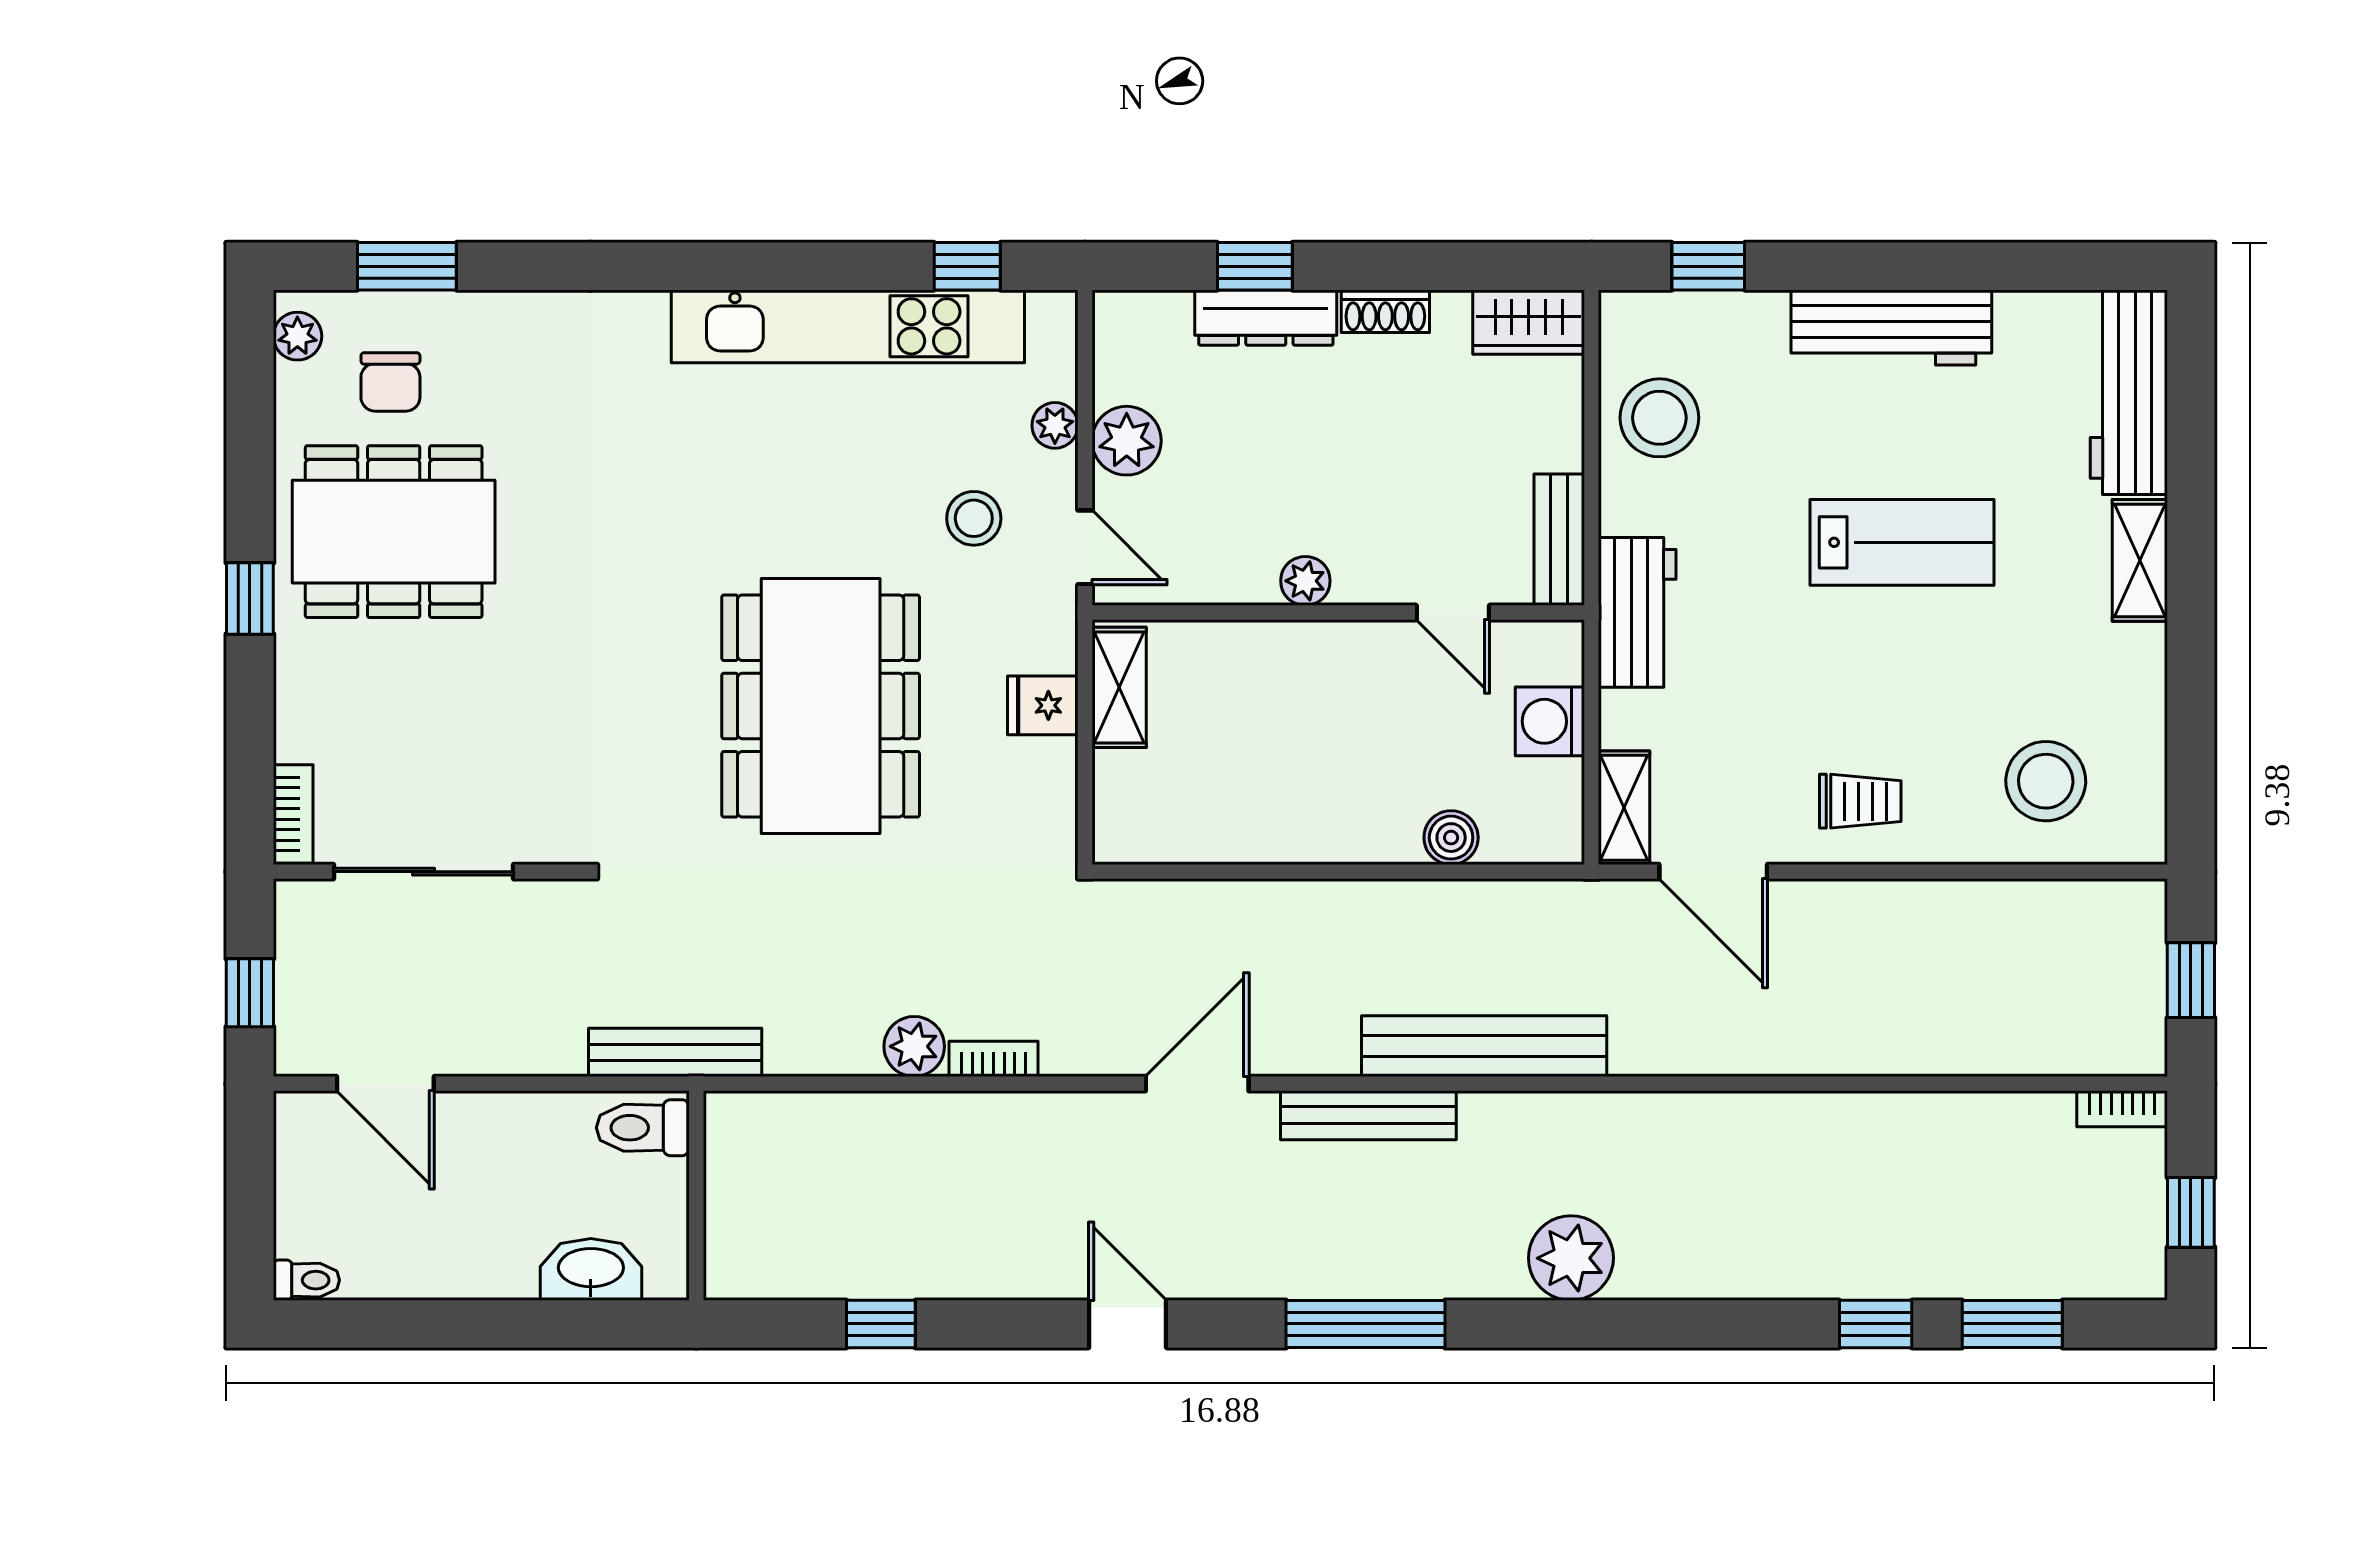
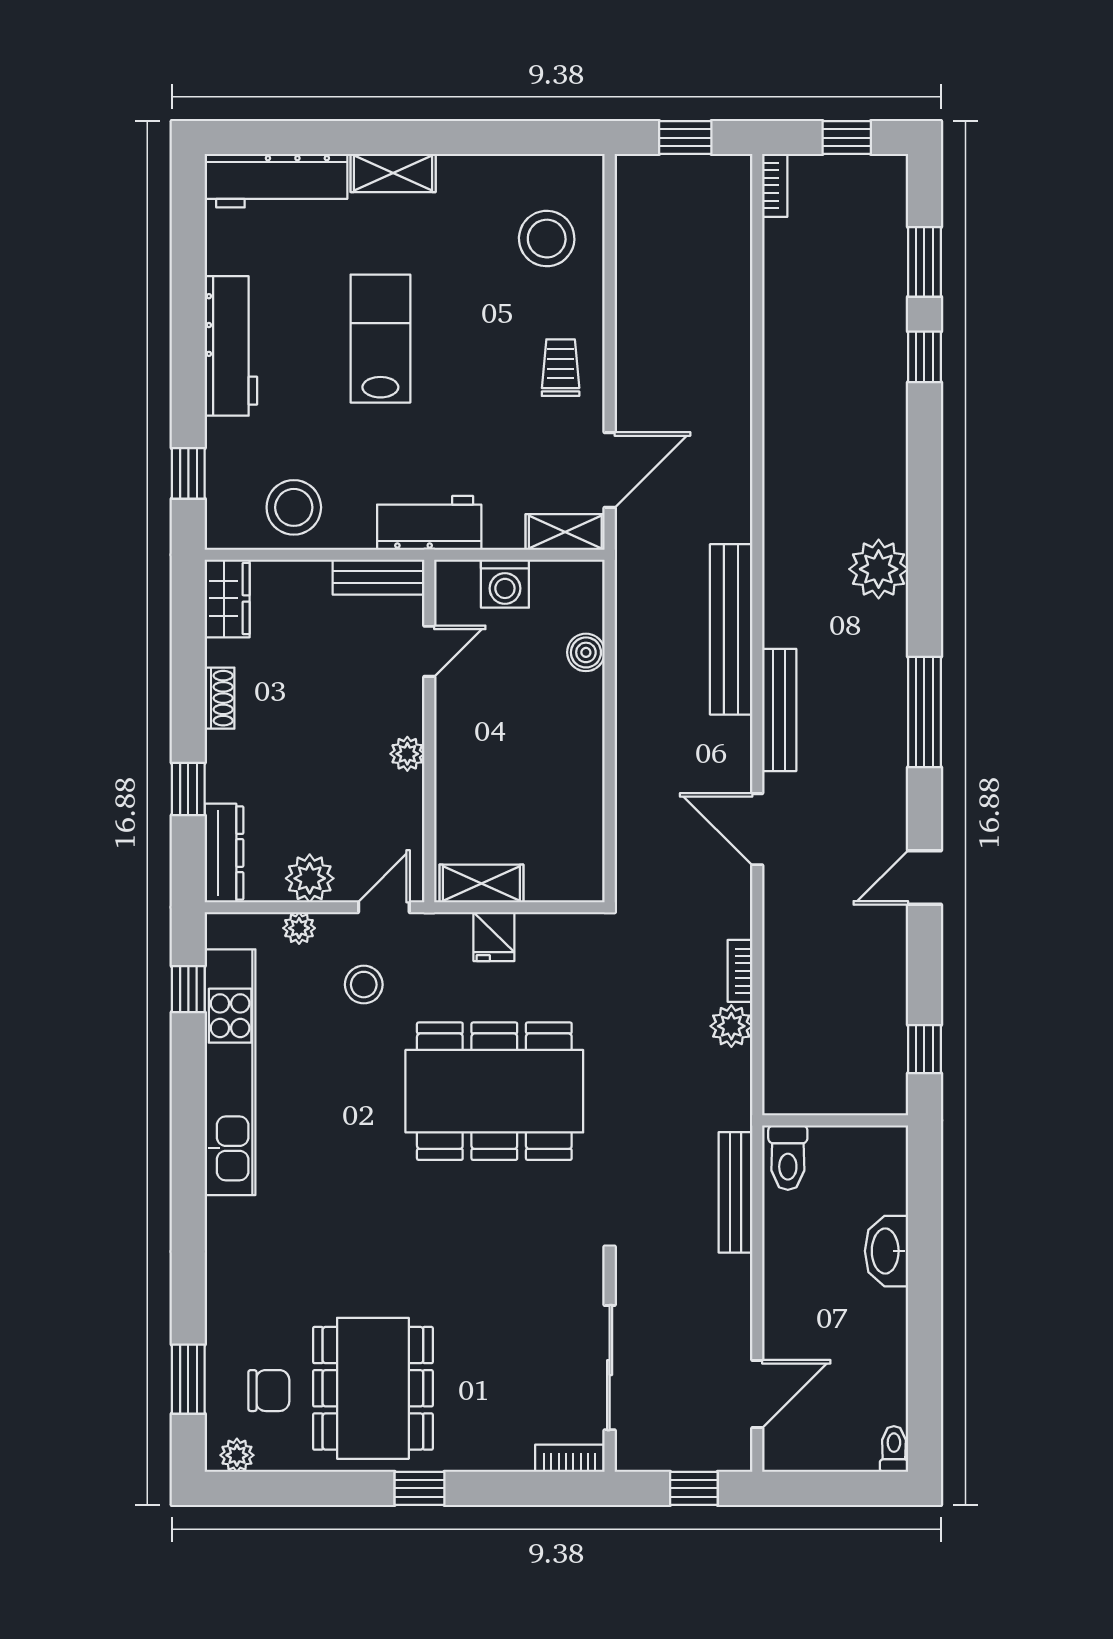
dresser: (1266, 318) -> (224, 853), moved
toilet: (643, 1128) -> (788, 1158), moved
wall: (696, 1196) -> (835, 1120), moved

